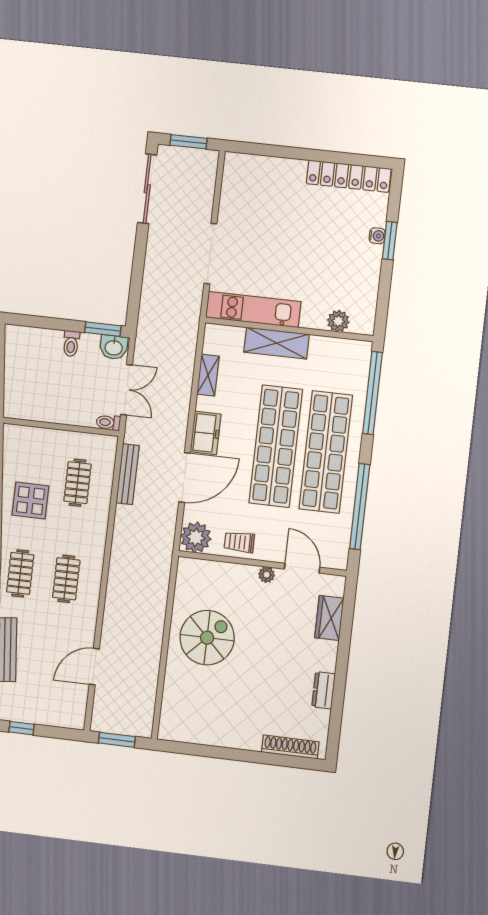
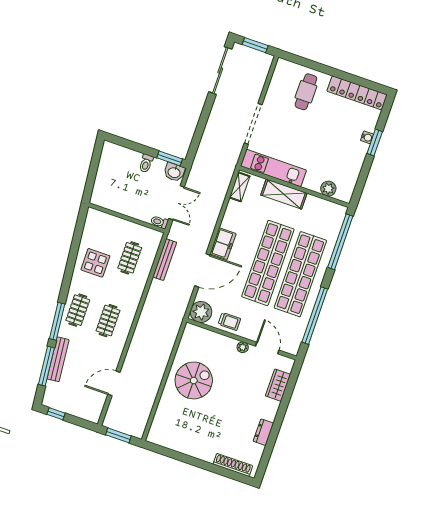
cafe table: (275, 191) -> (306, 92), added
shelving: (208, 375) -> (240, 187), moved
trolley: (239, 542) -> (229, 322), turned 180

